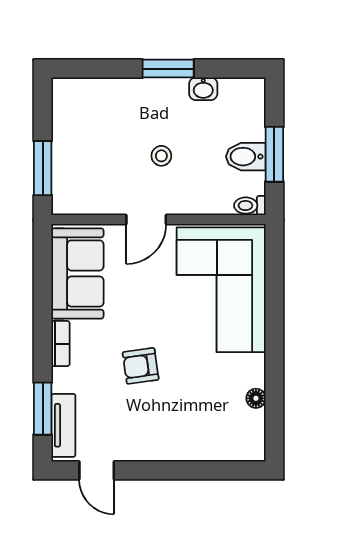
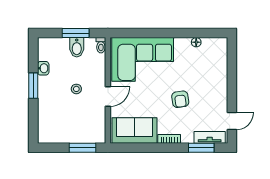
door: (146, 220) -> (108, 96), hinge flipped

